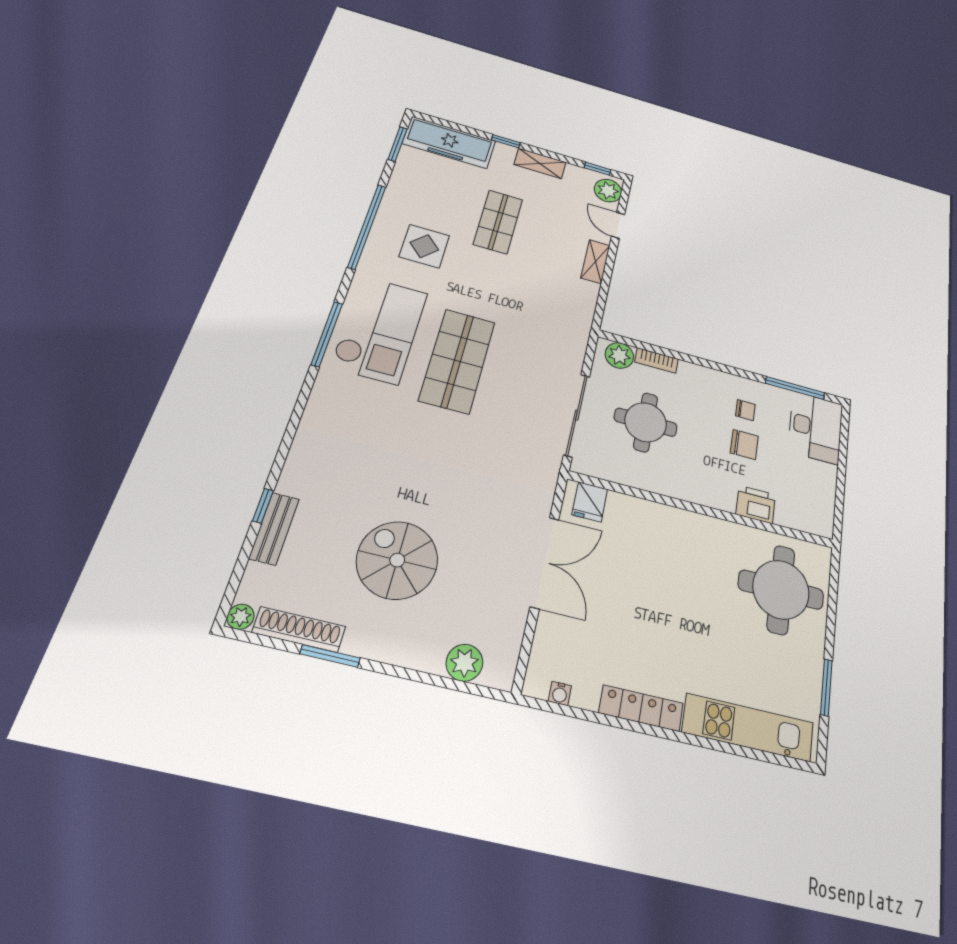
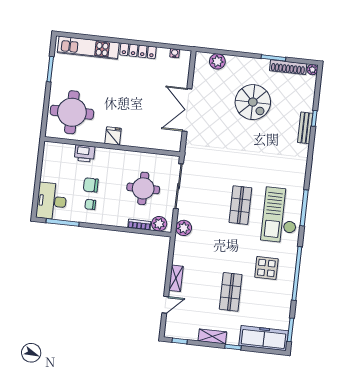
plant: (608, 191) -> (184, 228), moved
door: (618, 225) -> (165, 305), hinge flipped
shop shelf: (457, 361) -> (240, 205), width x0.70, depth x0.74
fridge: (590, 502) -> (113, 136), moved
bench: (274, 529) -> (305, 128), moved

